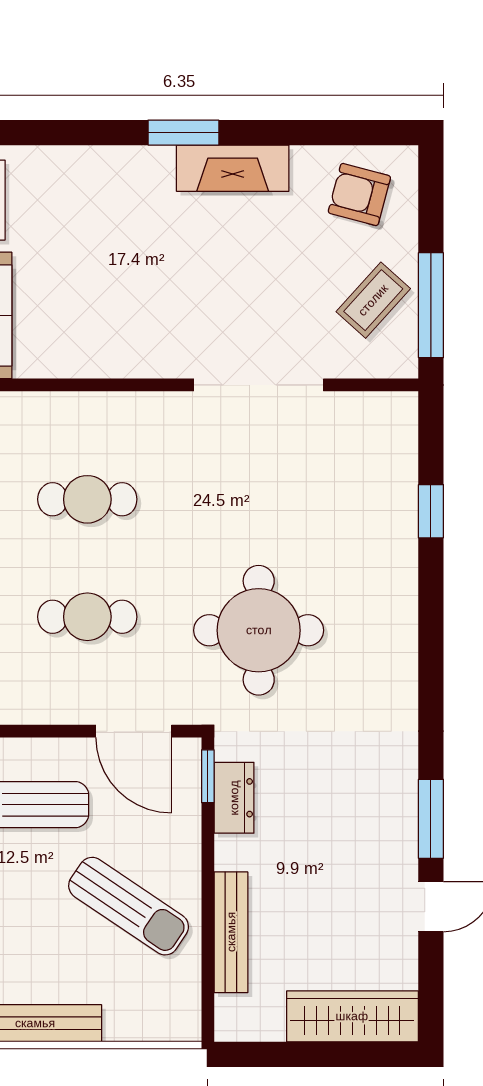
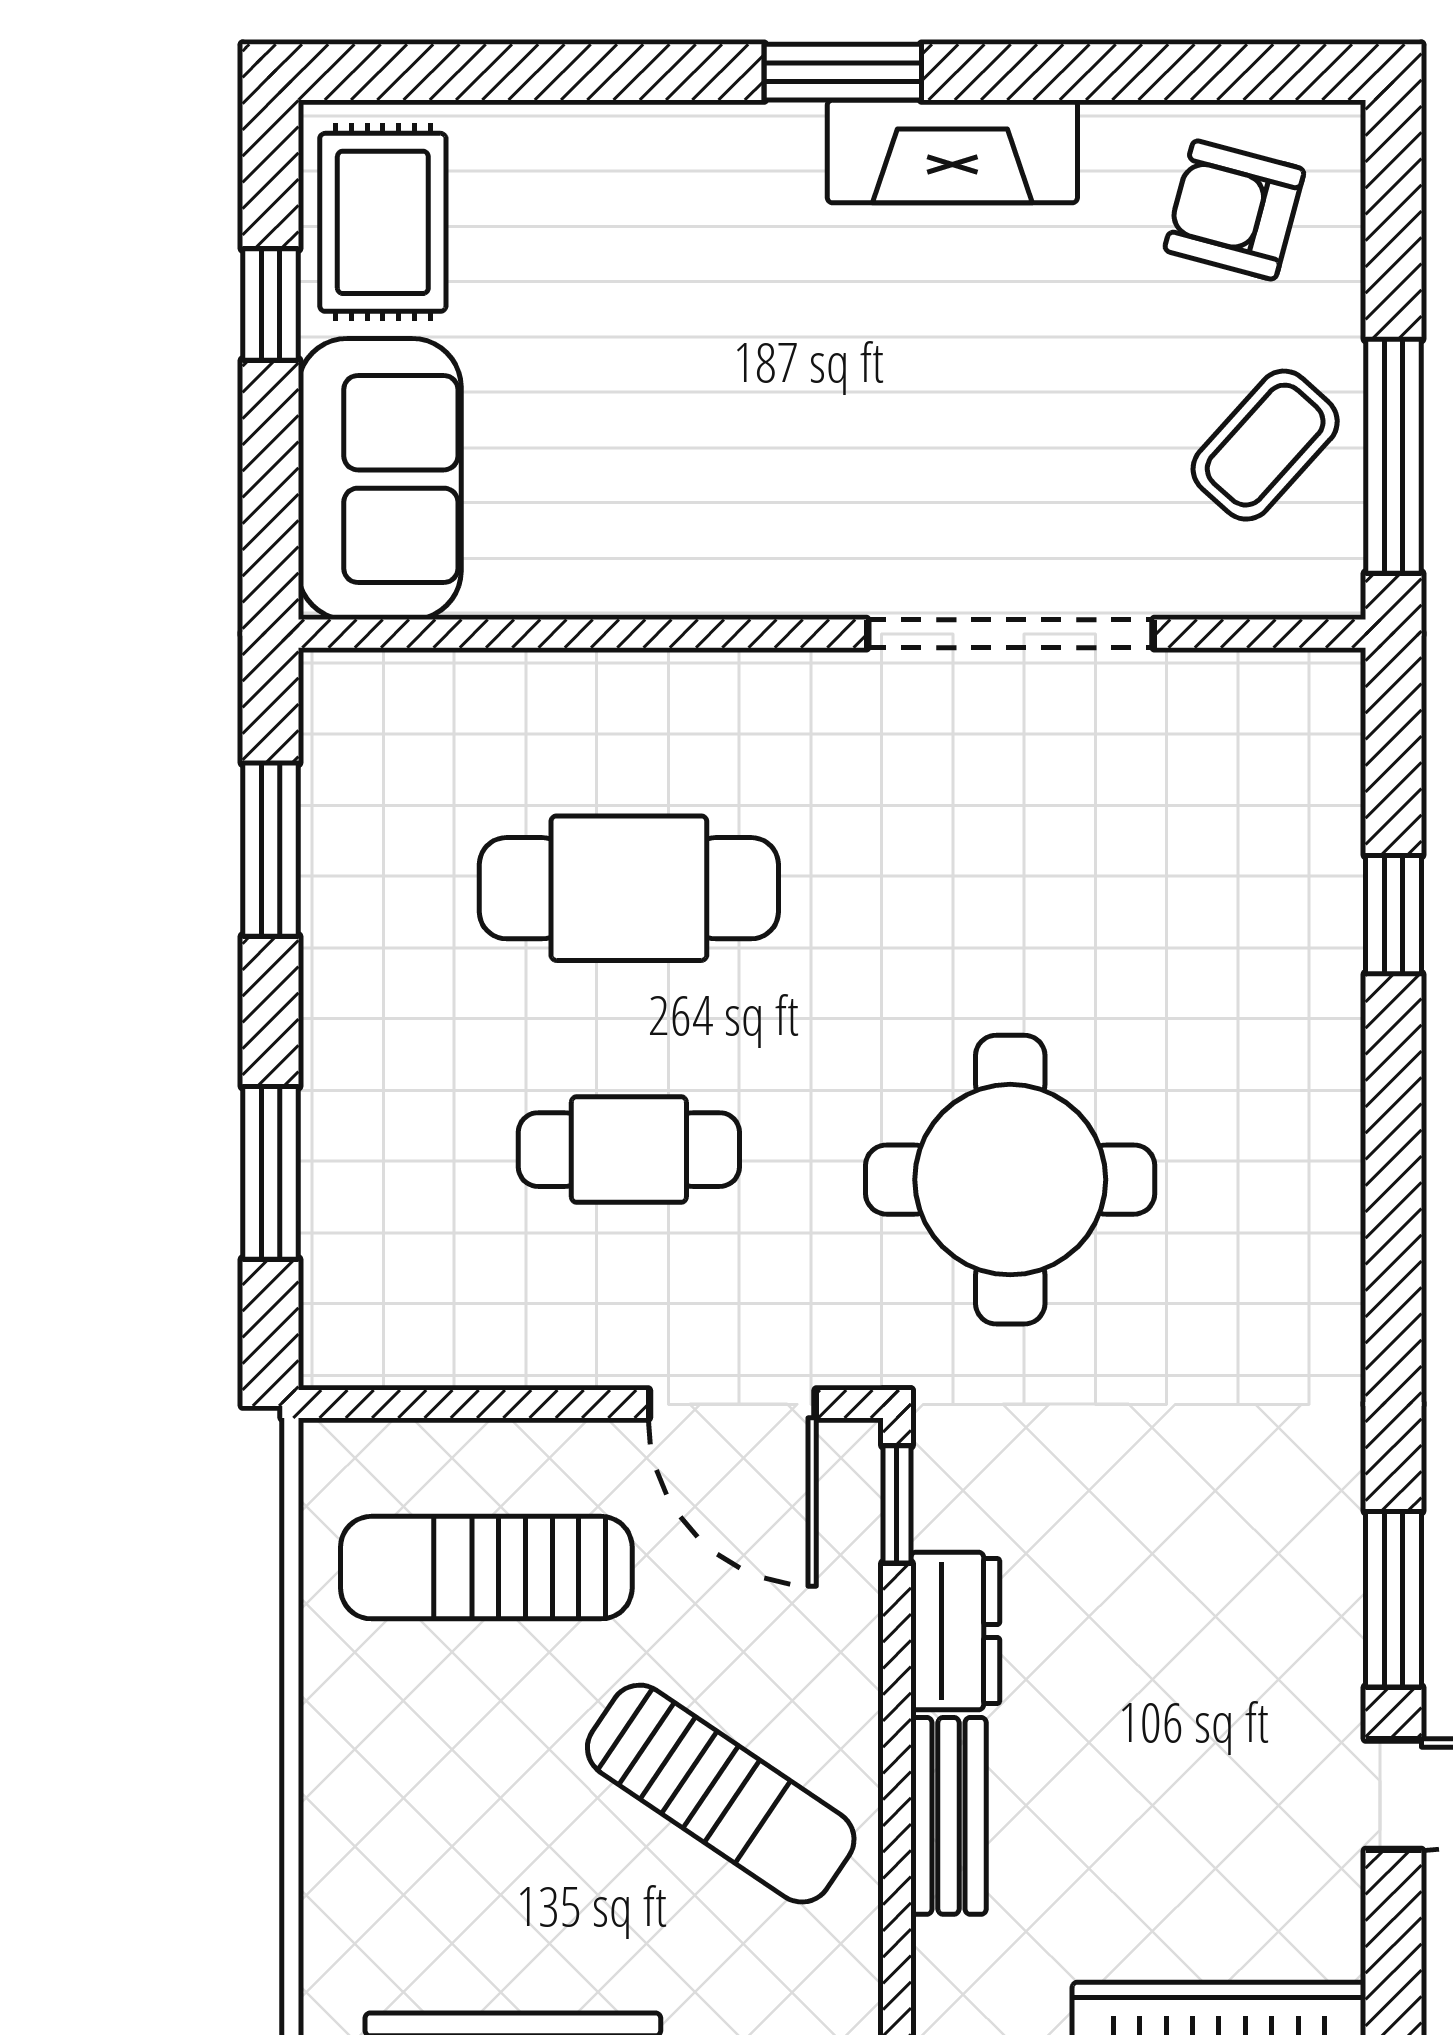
cafe table: (87, 499) -> (629, 888), width x1.37, depth x1.35
dresser: (234, 798) -> (955, 1631), moved
bench: (231, 932) -> (948, 1816), width x0.73

